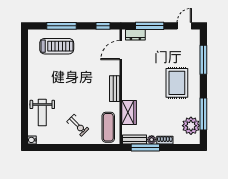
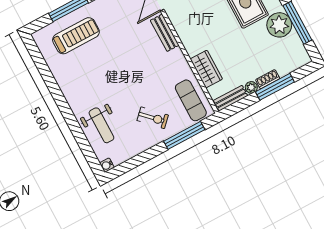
bench: (115, 89) -> (165, 33), moved
plant: (191, 126) -> (279, 25), moved
window: (92, 147) -> (184, 135), added
window: (145, 147) -> (275, 87), moved

